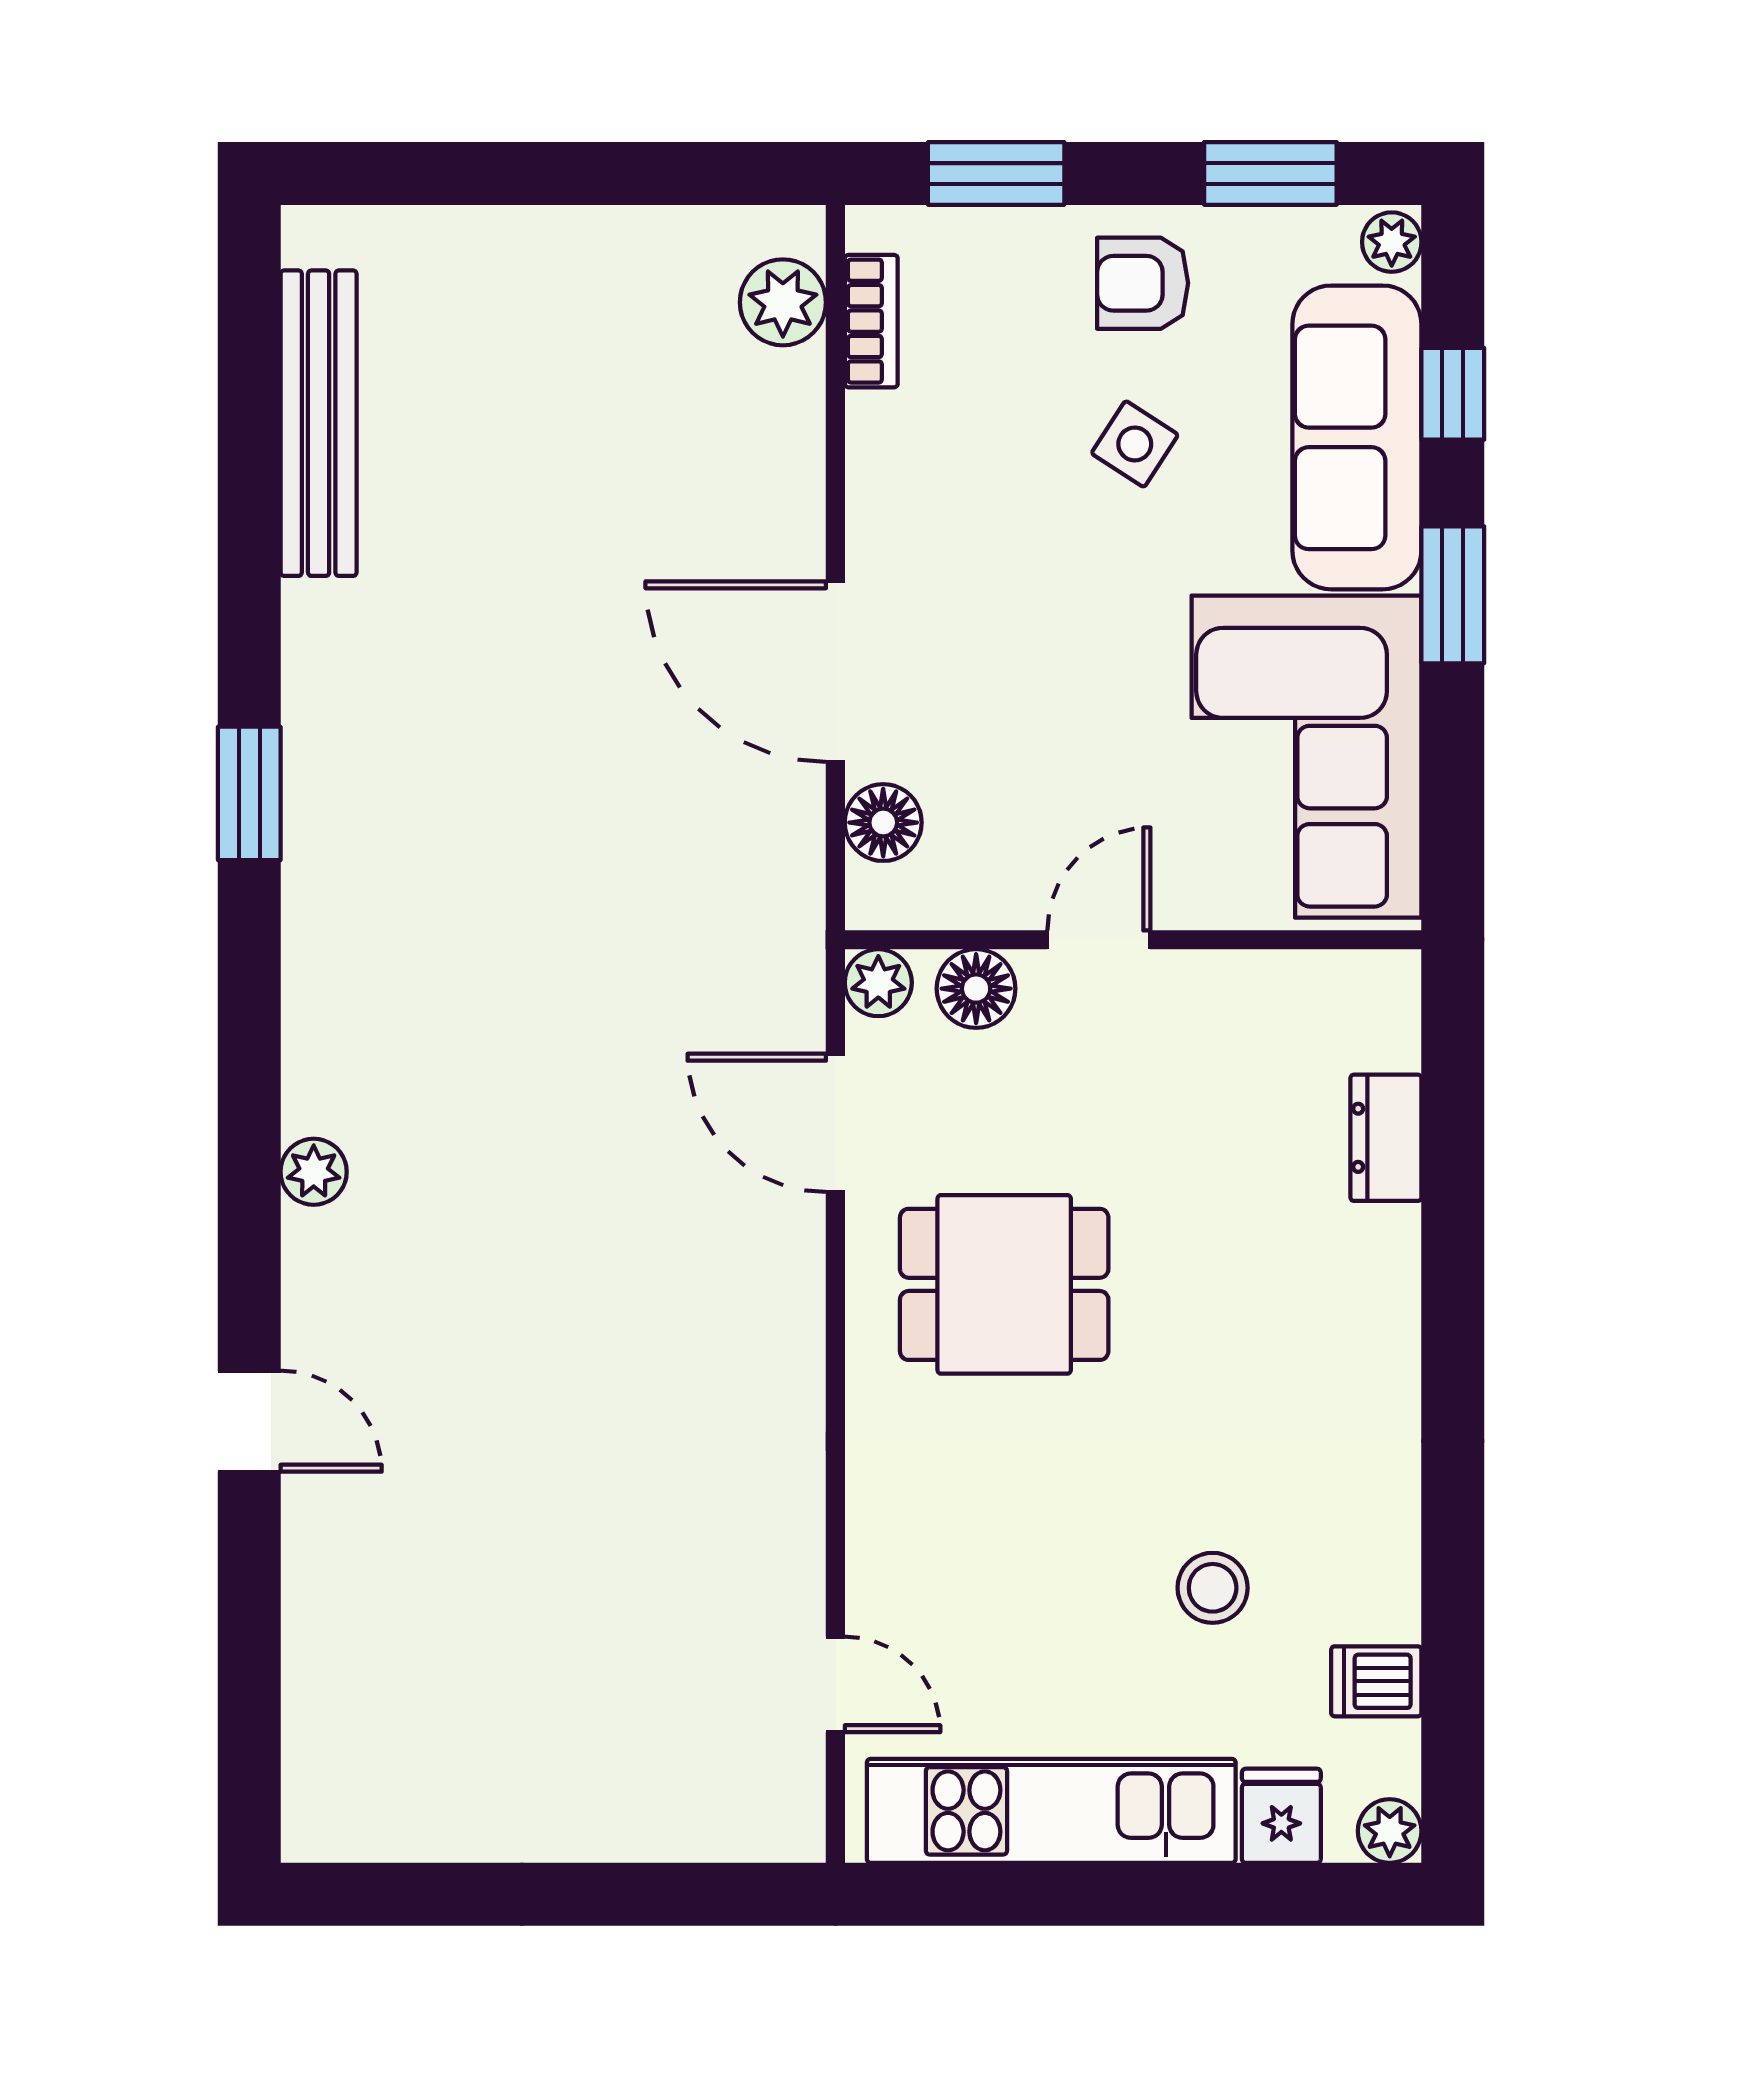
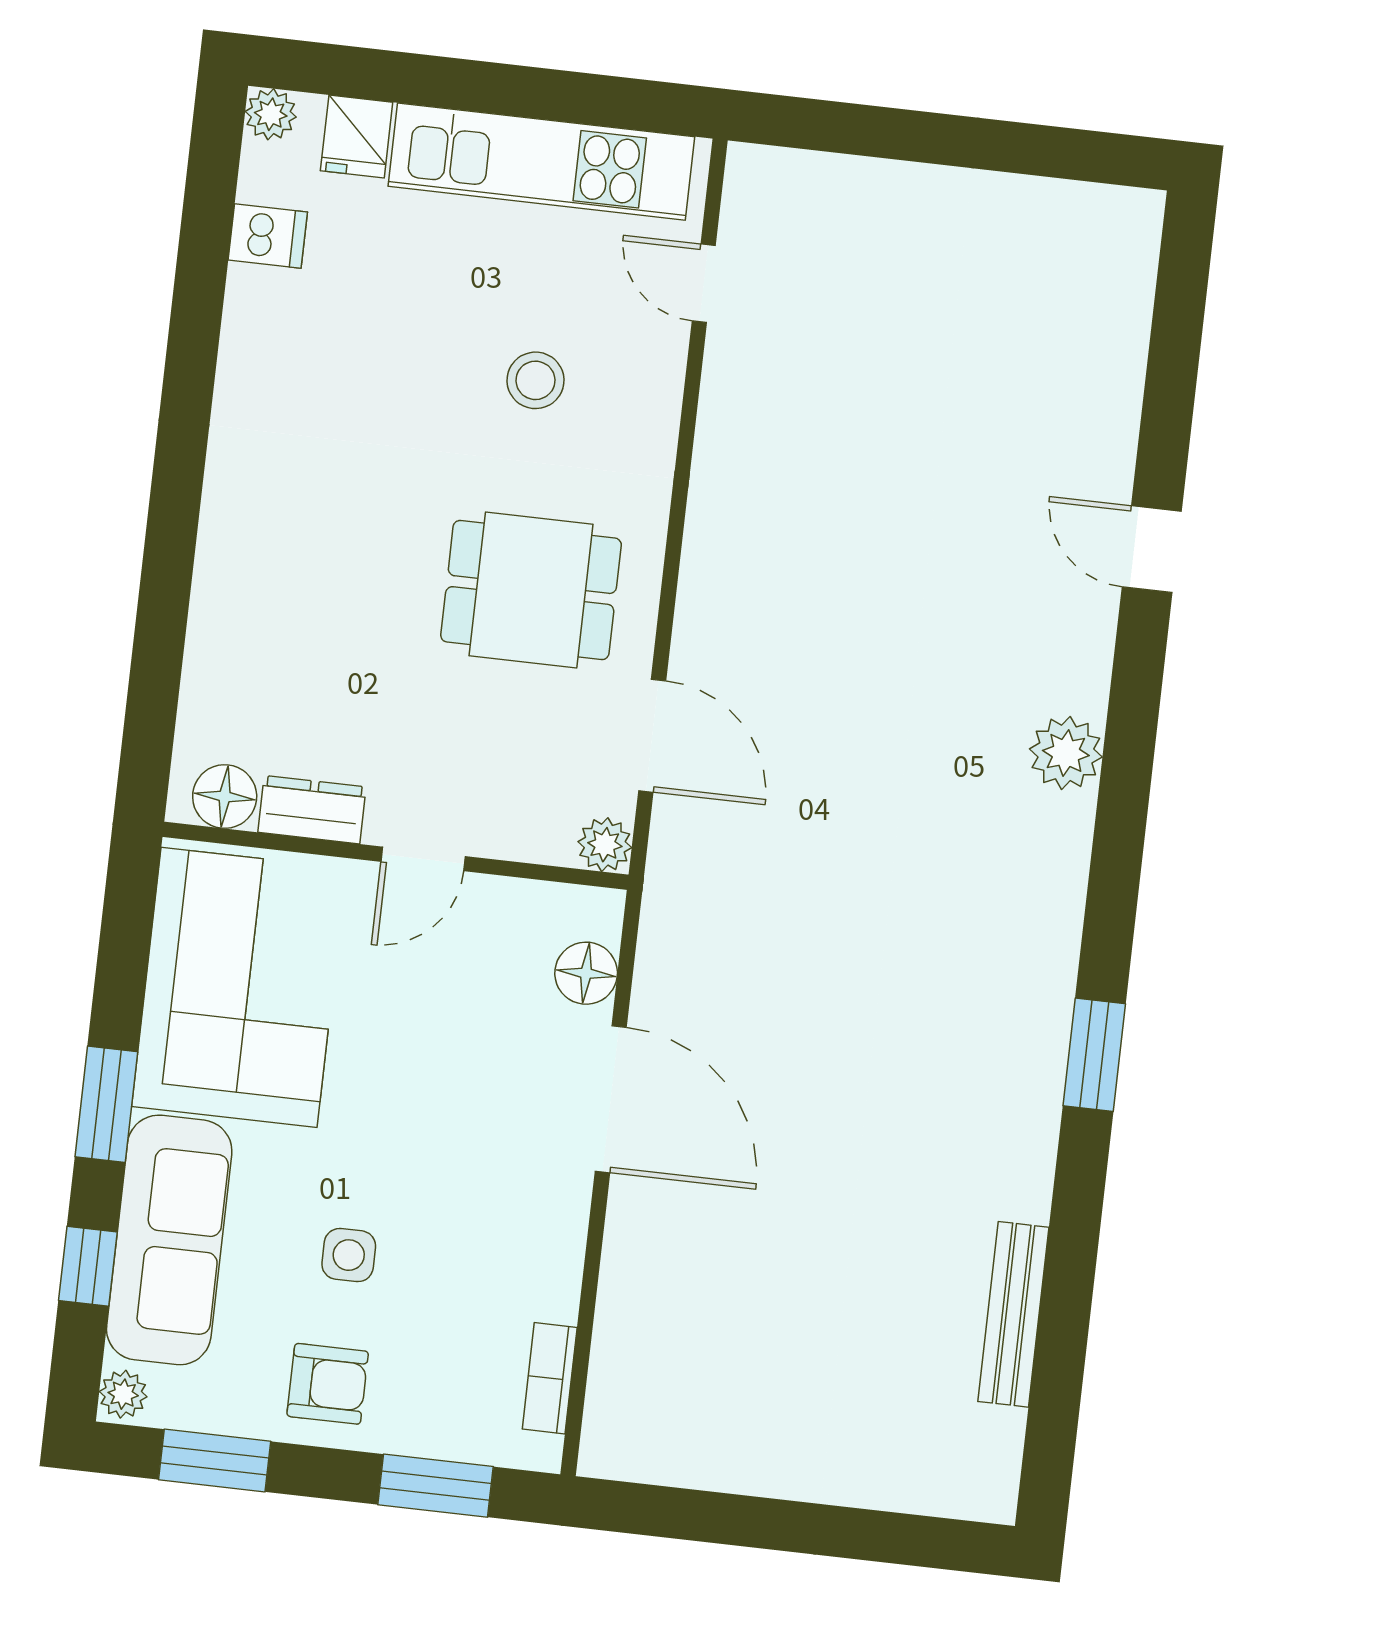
plant: (783, 302) -> (619, 1401), removed
bench: (319, 423) -> (1013, 1314), width x0.73, depth x0.82
side table: (1135, 444) -> (349, 1255), turned -33
floor lamp: (976, 989) -> (225, 797), moved
dresser: (1386, 1138) -> (312, 810), moved, turned -90
plant: (314, 1172) -> (1066, 753), width x1.38, depth x1.38
stool: (1213, 1588) -> (535, 380), moved

